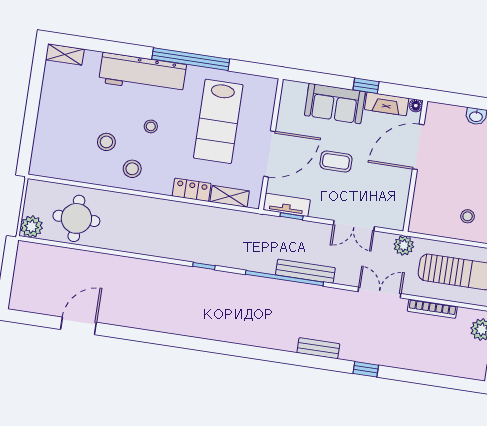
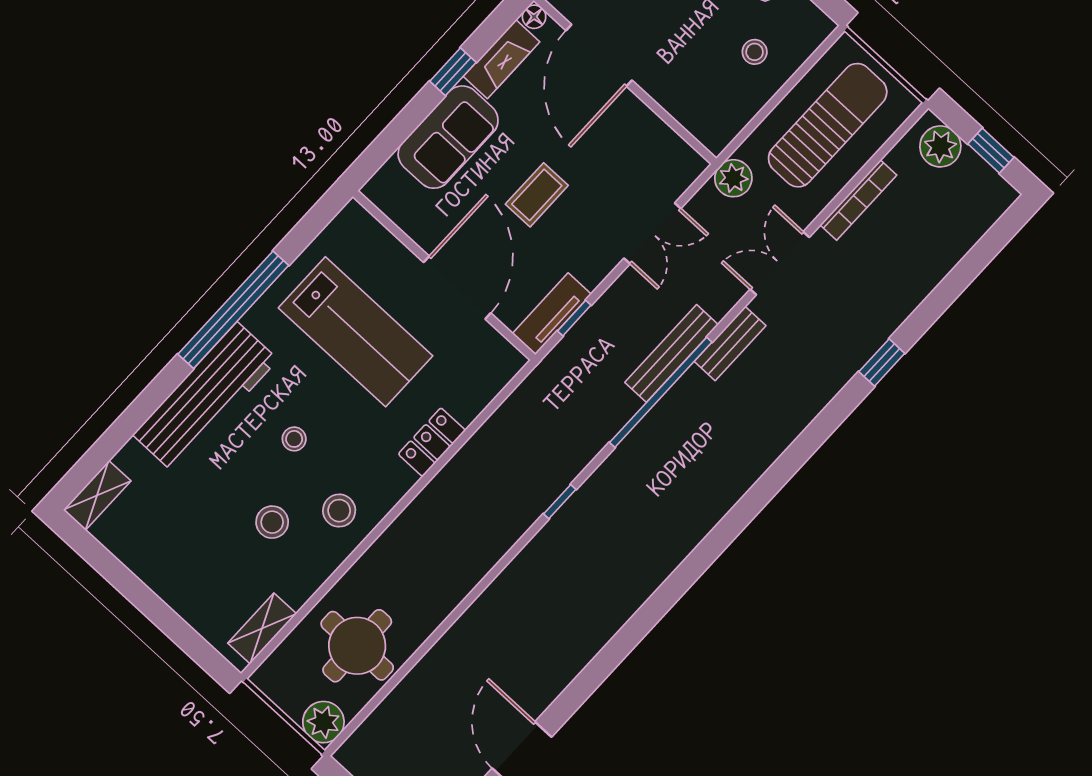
shelving: (230, 196) -> (262, 628), moved
bench: (318, 348) -> (730, 344), moved

